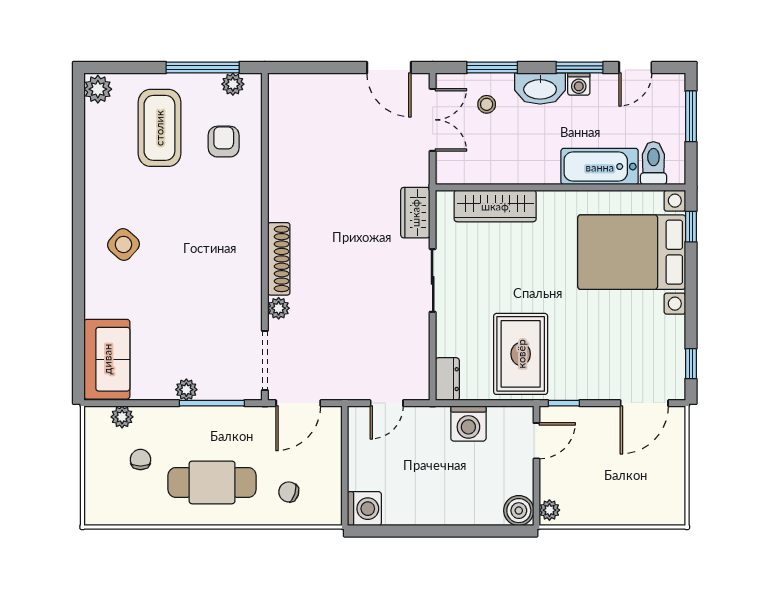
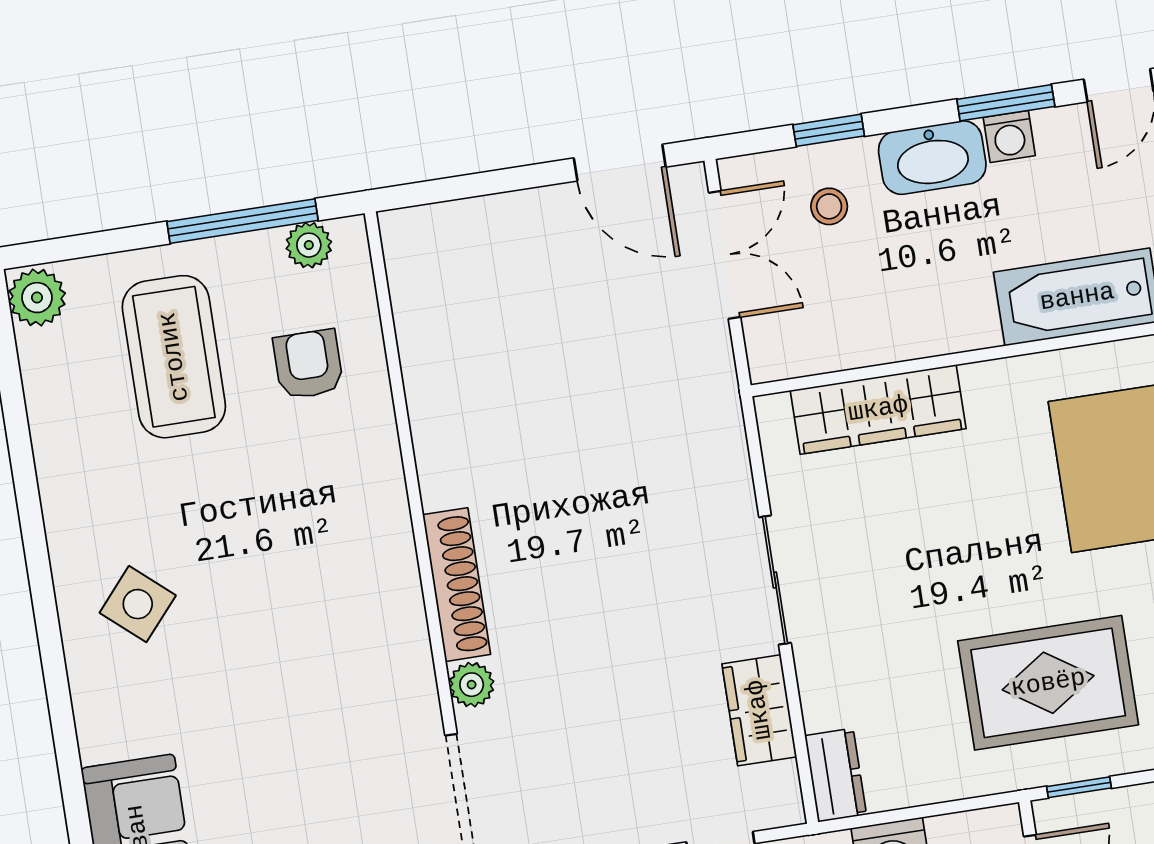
window: (492, 68) -> (829, 130), width x0.67
wardrobe: (415, 213) -> (759, 710), moved
rug: (521, 354) -> (1048, 683), moved, turned 90

